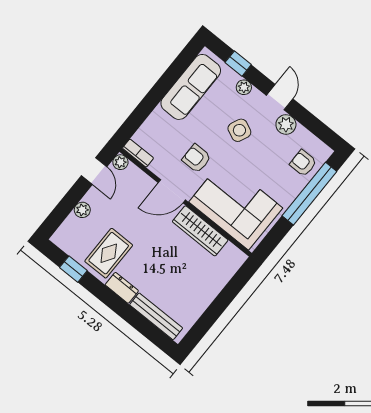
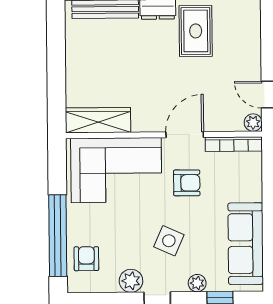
bookcase: (138, 153) -> (234, 144), width x1.56
armchair: (303, 163) -> (86, 259), turned -90
plant: (82, 210) -> (252, 50), removed
wardrobe: (200, 231) -> (98, 120), moved

